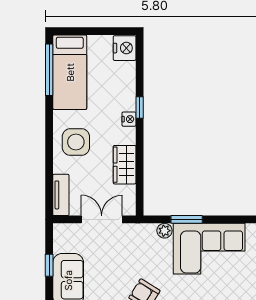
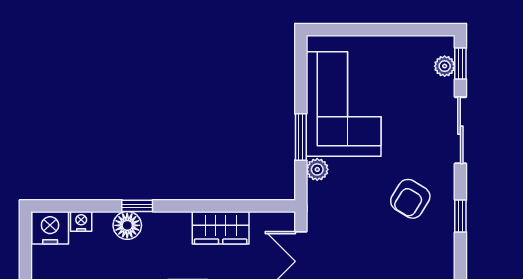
floor lamp: (126, 101) -> (127, 225), added
nightstand: (129, 119) -> (81, 221), moved

